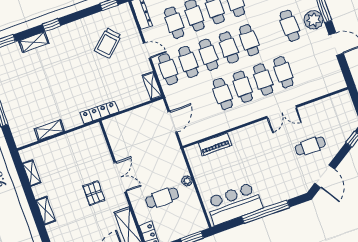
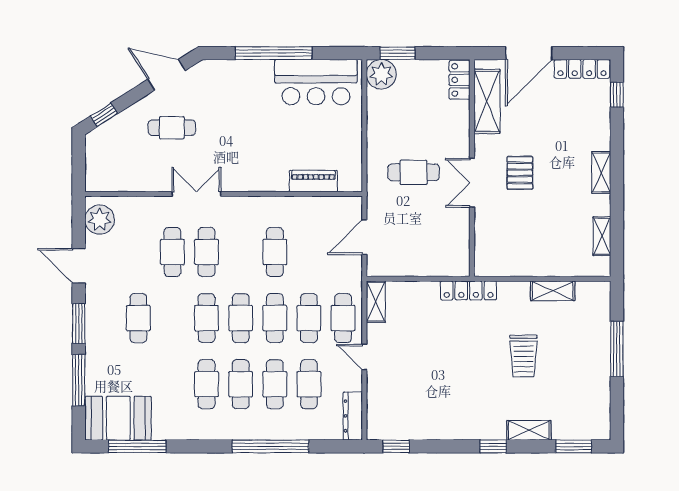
plant: (314, 20) -> (100, 220), moved
trolley: (108, 43) -> (523, 356), moved, turned 133
cafe table: (243, 87) -> (241, 252), removed
door: (325, 176) -> (167, 75), hinge flipped
plant: (187, 181) -> (381, 74), moved, width x1.88, depth x1.88
cafe table: (162, 198) -> (414, 172), moved

